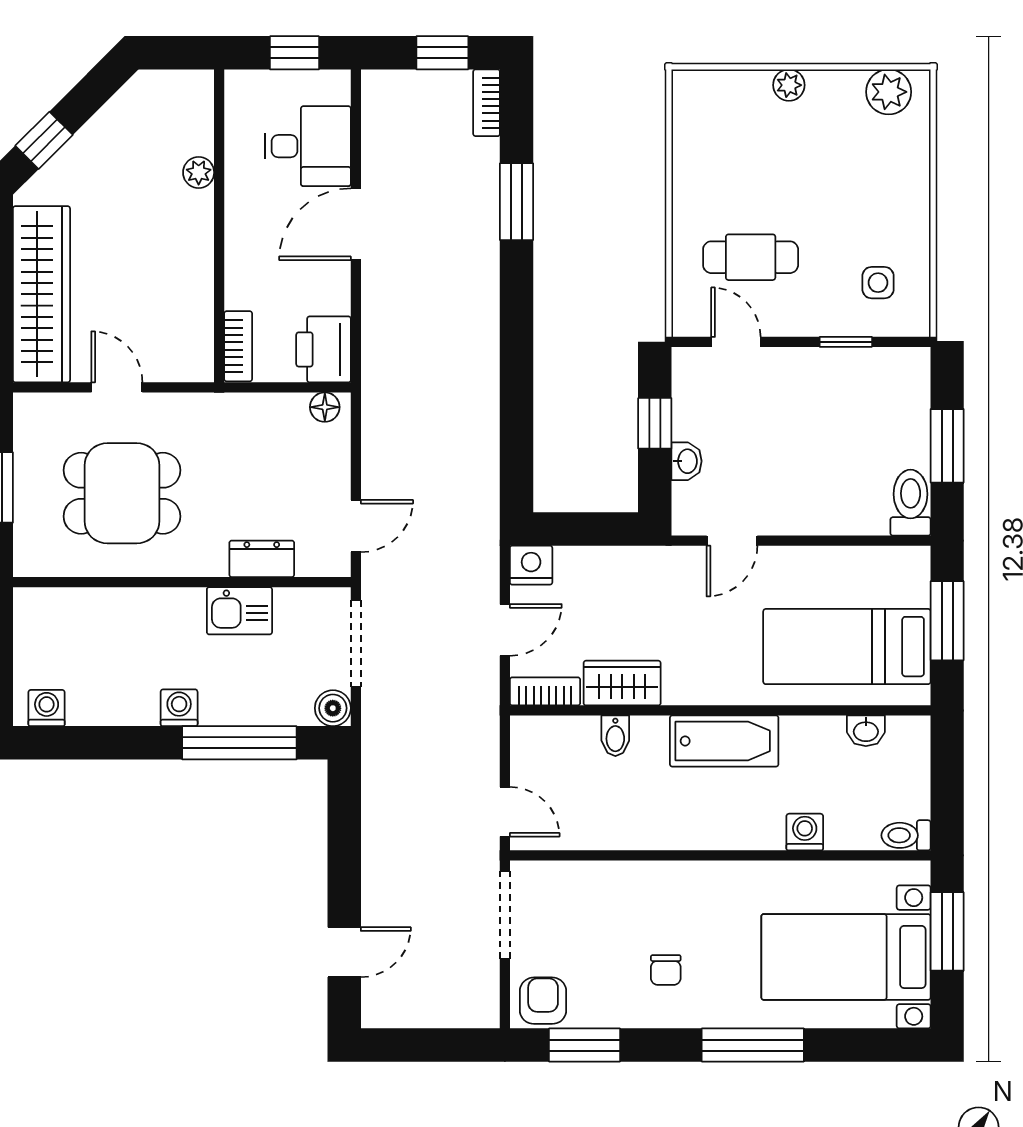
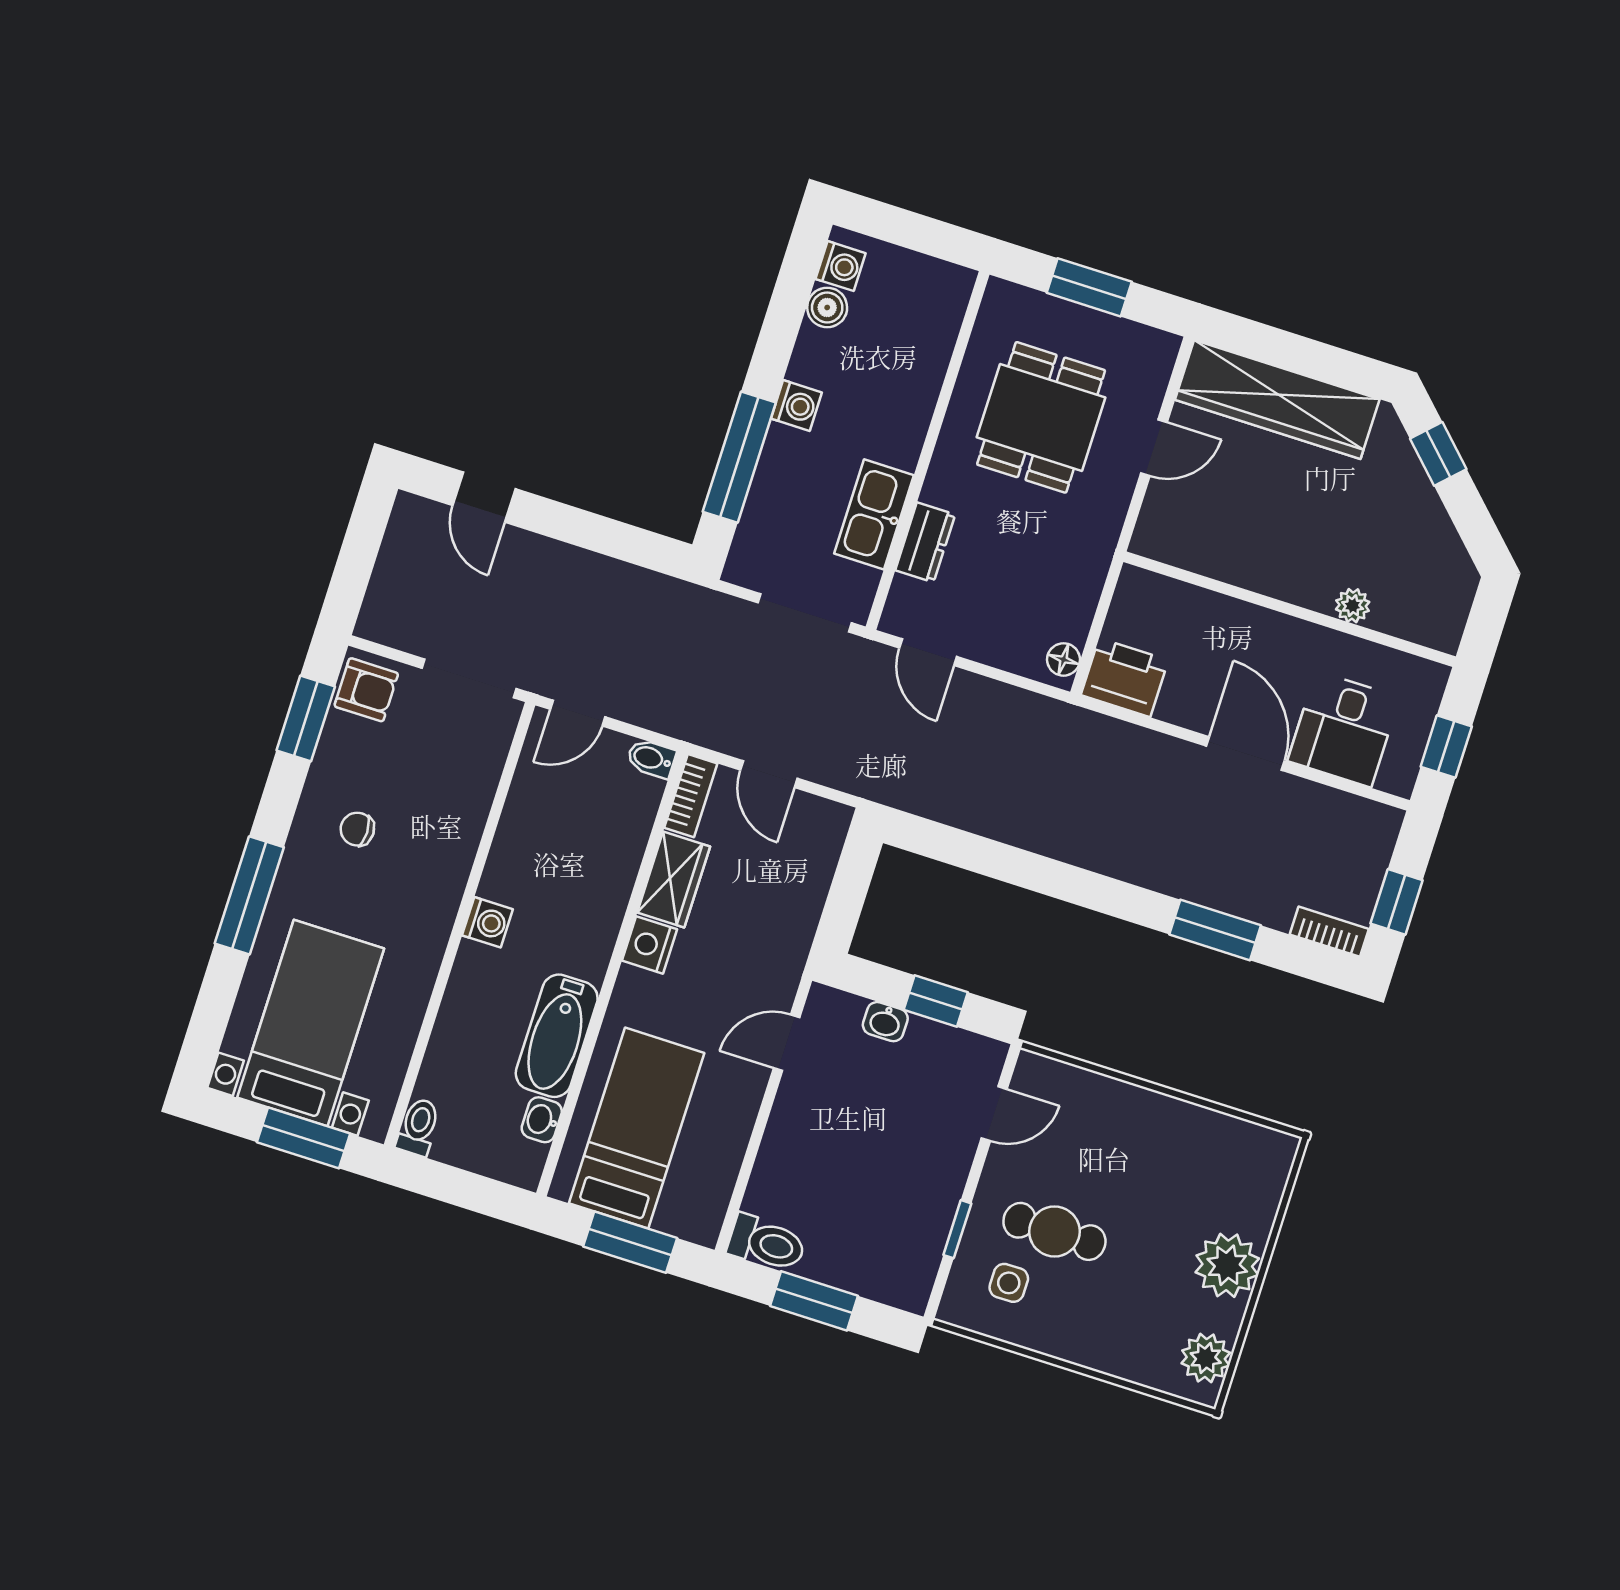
plant: (789, 85) -> (1227, 1265), width x1.88, depth x1.88
cafe table: (751, 257) -> (1054, 1231), moved, turned 90
bookcase: (238, 346) -> (1157, 589), removed
door: (732, 541) -> (787, 1043), hinge flipped
nightstand: (531, 565) -> (649, 945), moved, turned 180
kitchen sink: (239, 611) -> (874, 514), width x1.38
boiler: (333, 708) -> (827, 307), moved
bidet: (615, 736) -> (651, 758), moved
bathtub: (724, 741) -> (557, 1036), moved
washing machine: (805, 832) -> (487, 922), moved

